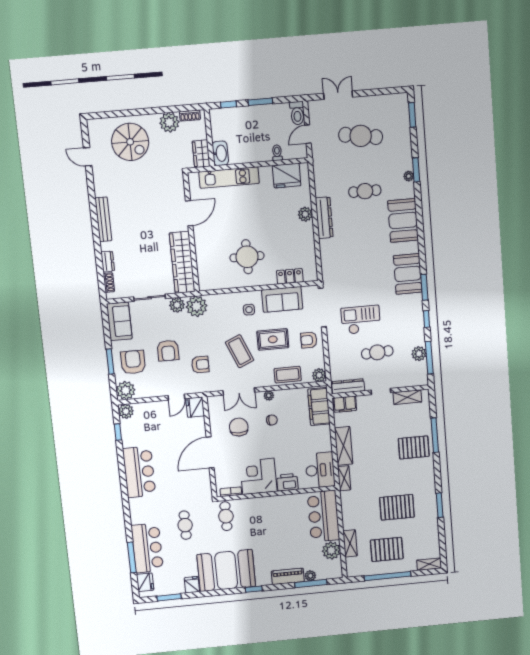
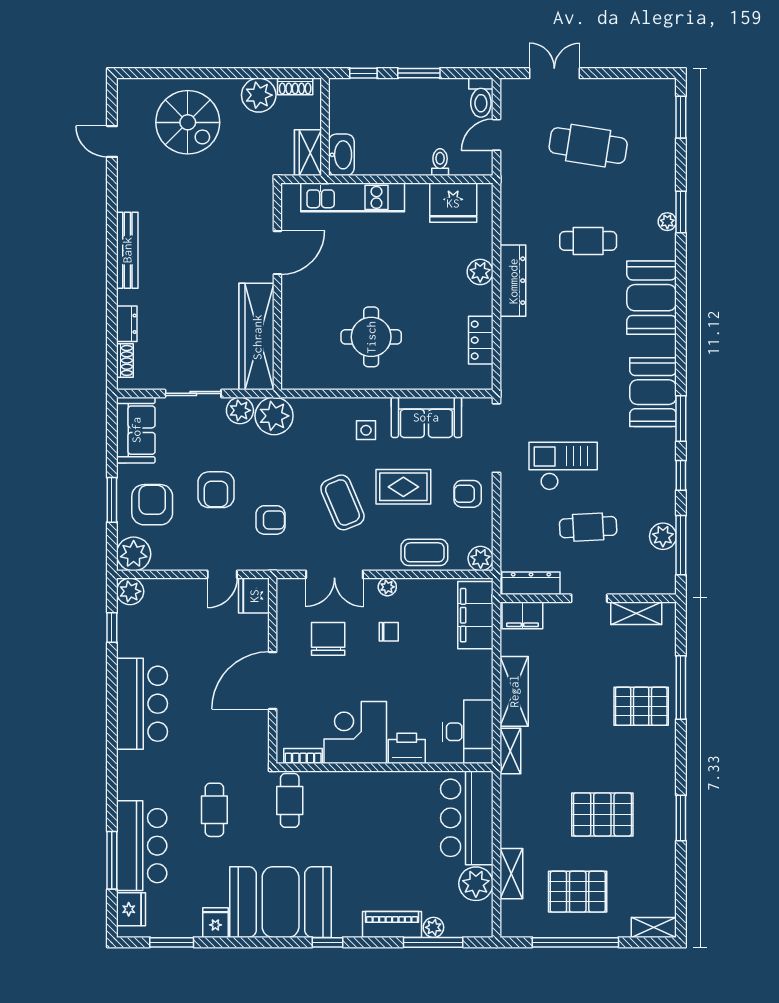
locker: (290, 276) -> (481, 340), moved, turned -90

